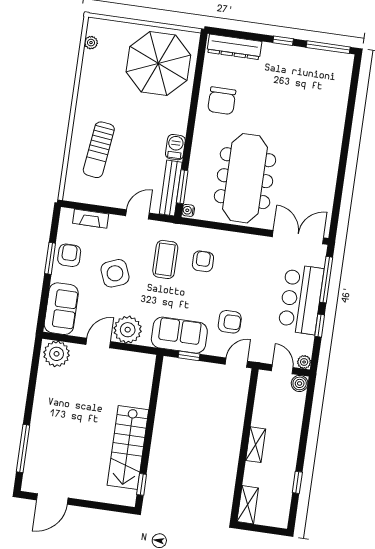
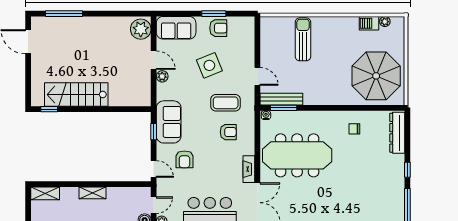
chair: (222, 101) -> (354, 129), width x0.54, depth x0.54
barbecue: (175, 147) -> (369, 23), moved, turned 180
sun lounger: (99, 150) -> (303, 39), turned 83
fireplace: (91, 219) -> (249, 169), moved
plant: (128, 330) -> (162, 76), width x0.53, depth x0.53

